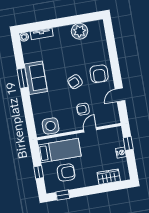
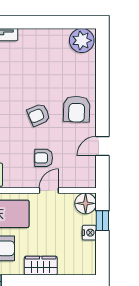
plant: (80, 31) -> (82, 40), moved
floor lamp: (115, 134) -> (86, 203), added
wardrobe: (109, 177) -> (41, 266), moved

